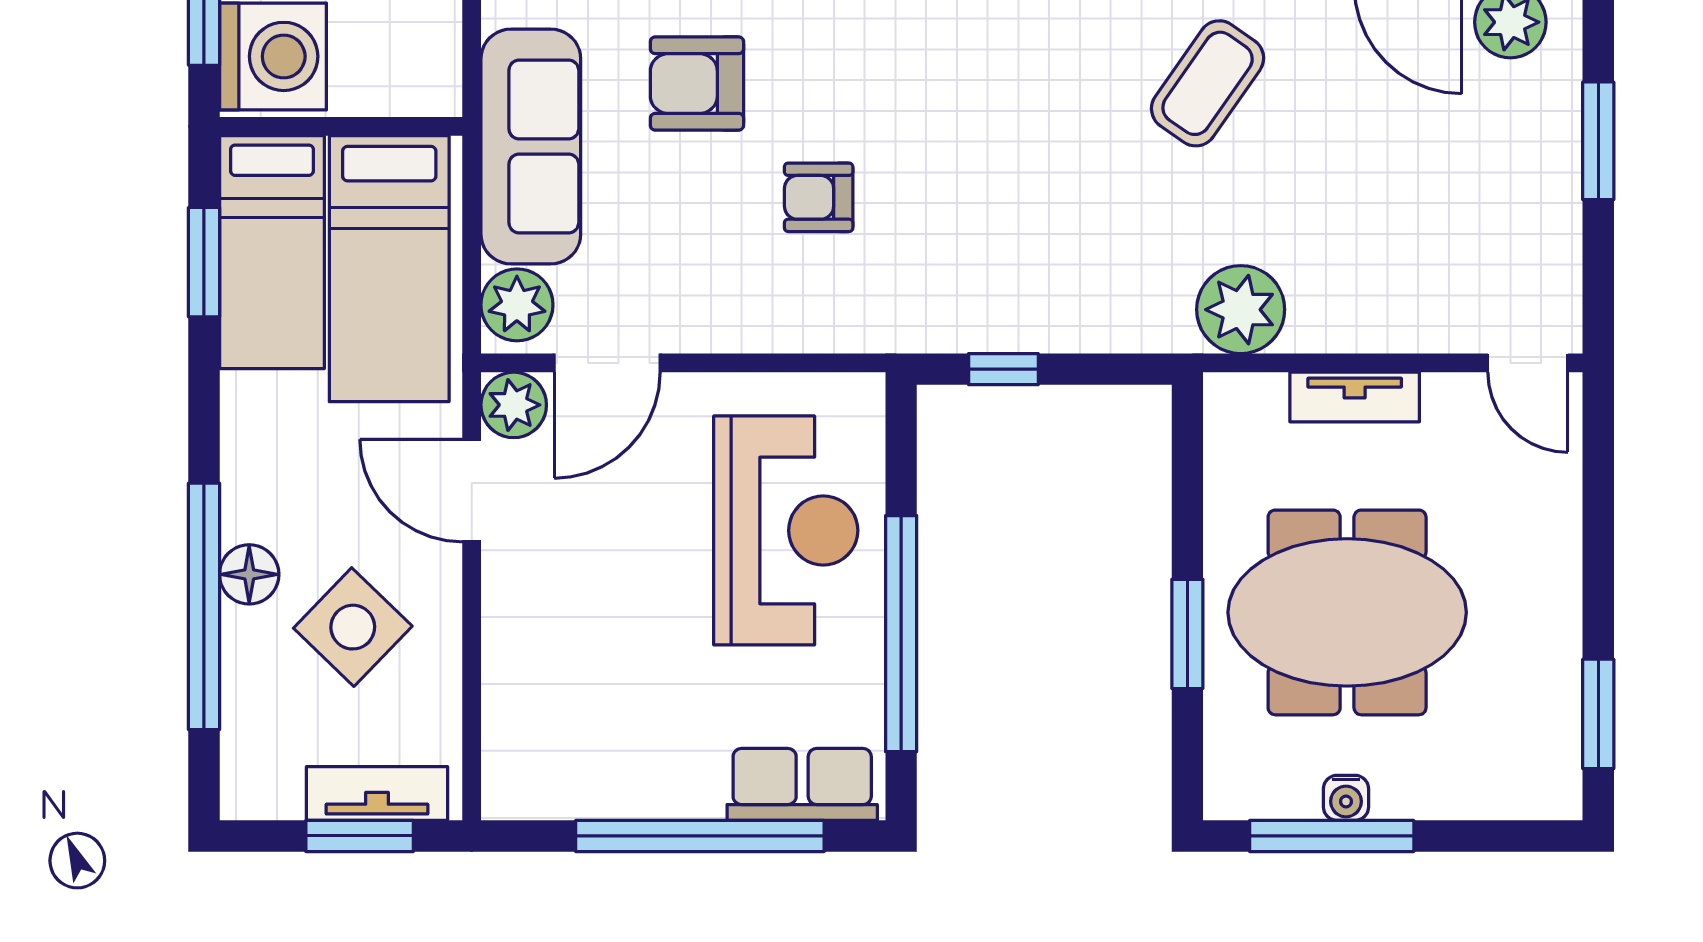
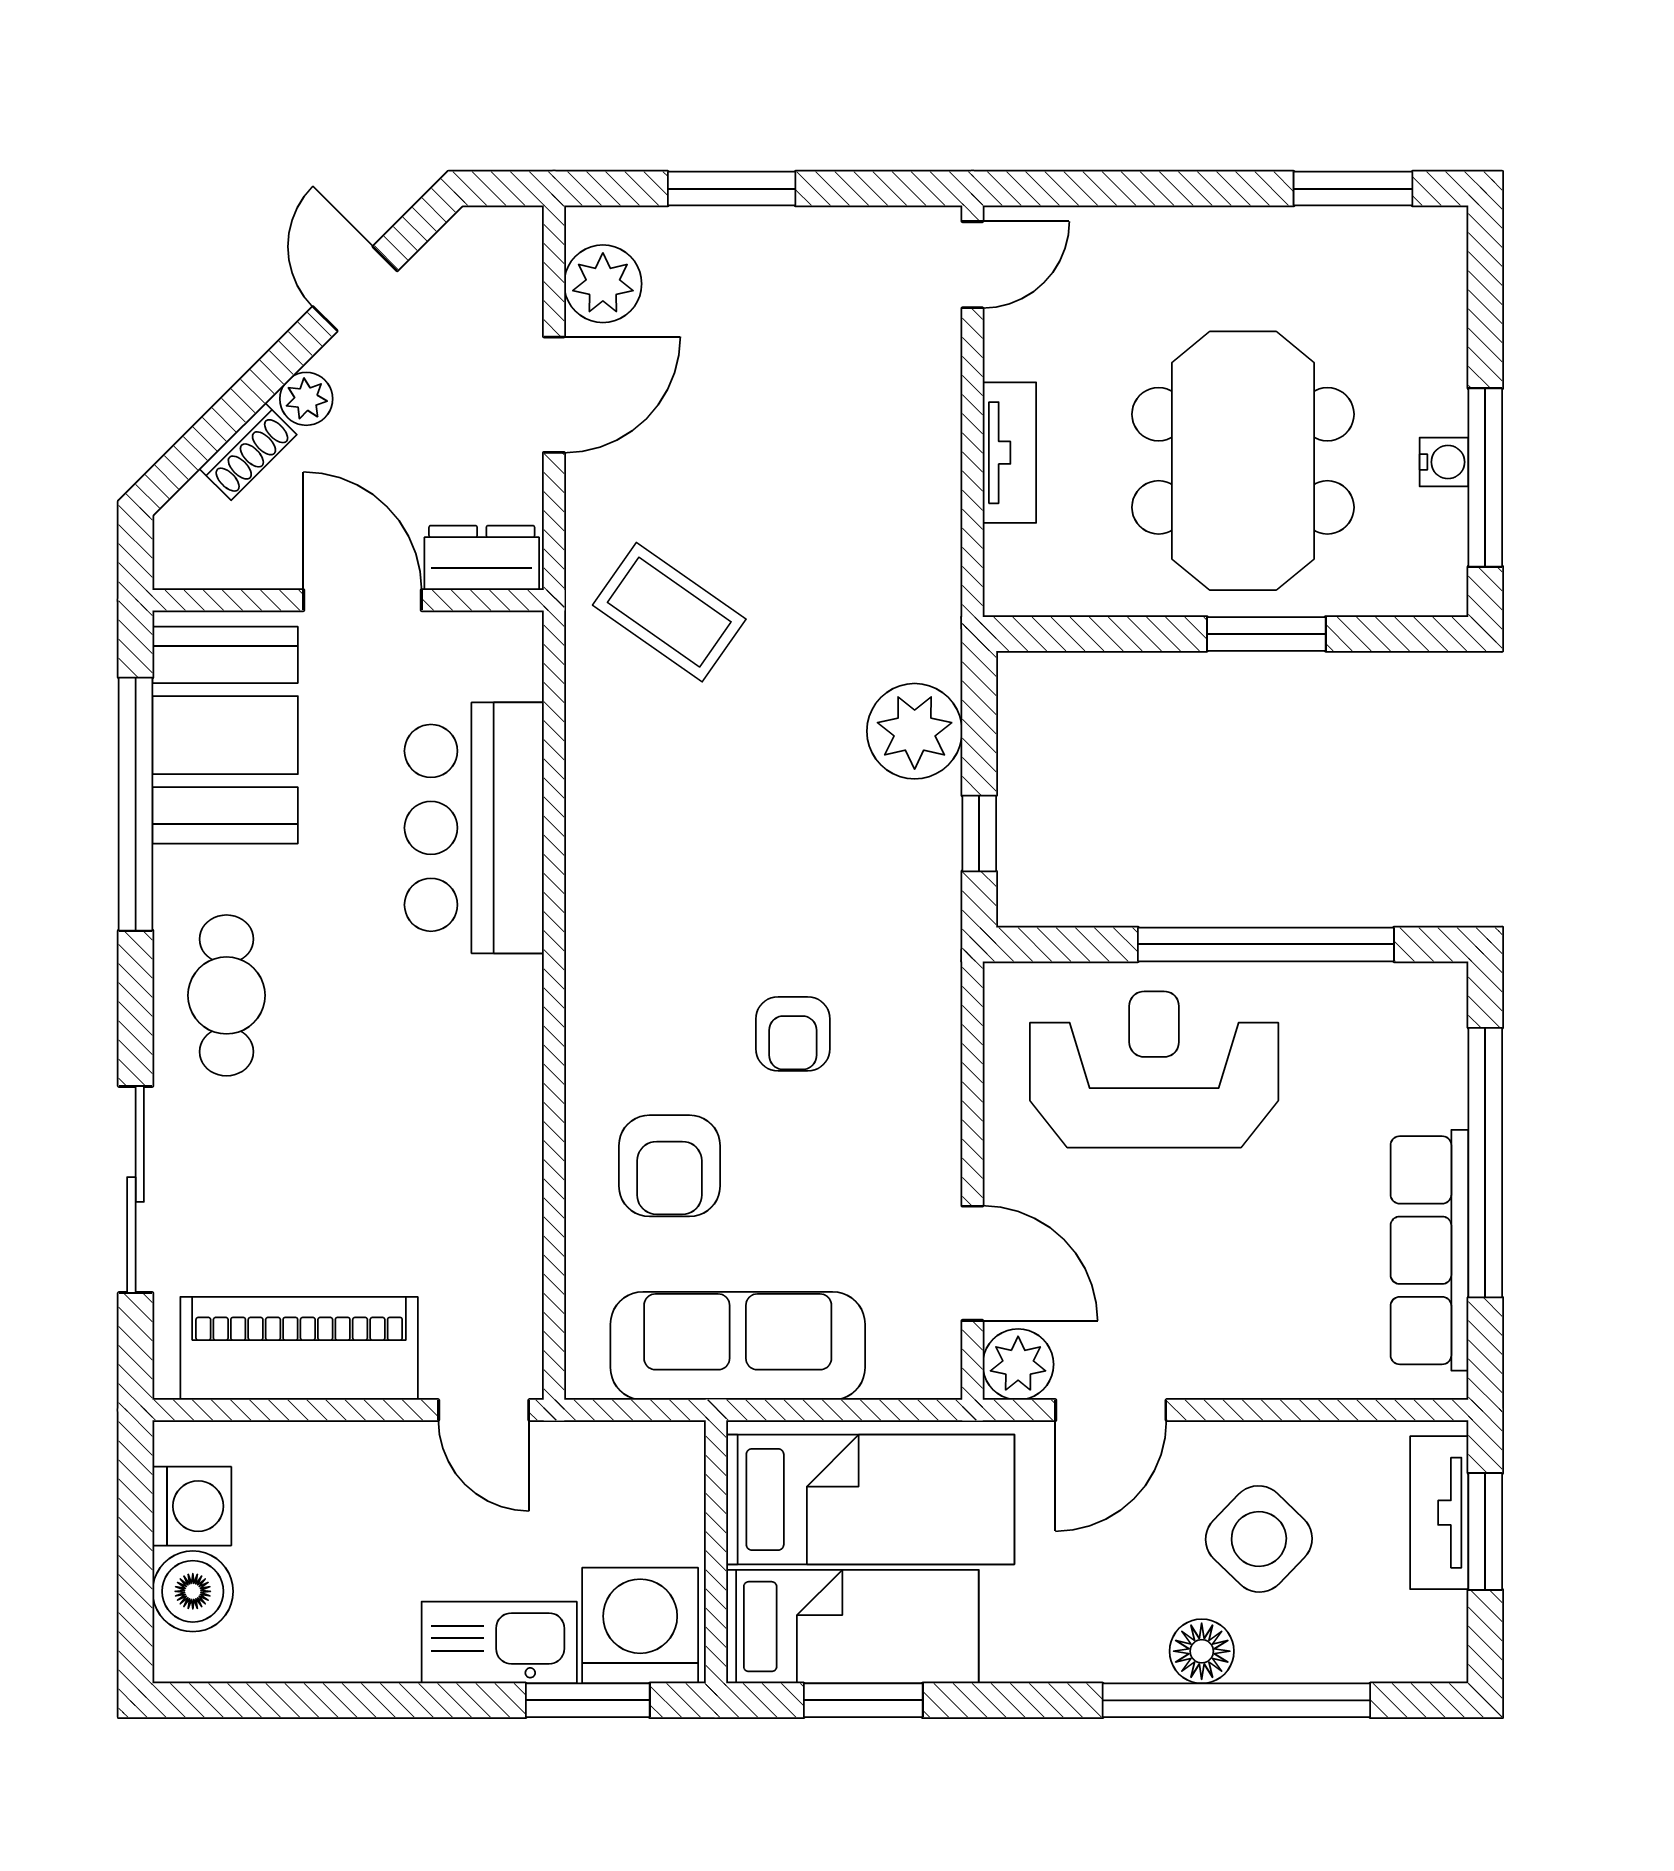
plant: (517, 305) -> (909, 1361), removed
plant: (1241, 310) -> (915, 731), moved
row of seats: (802, 784) -> (1430, 1250), moved, width x1.48

